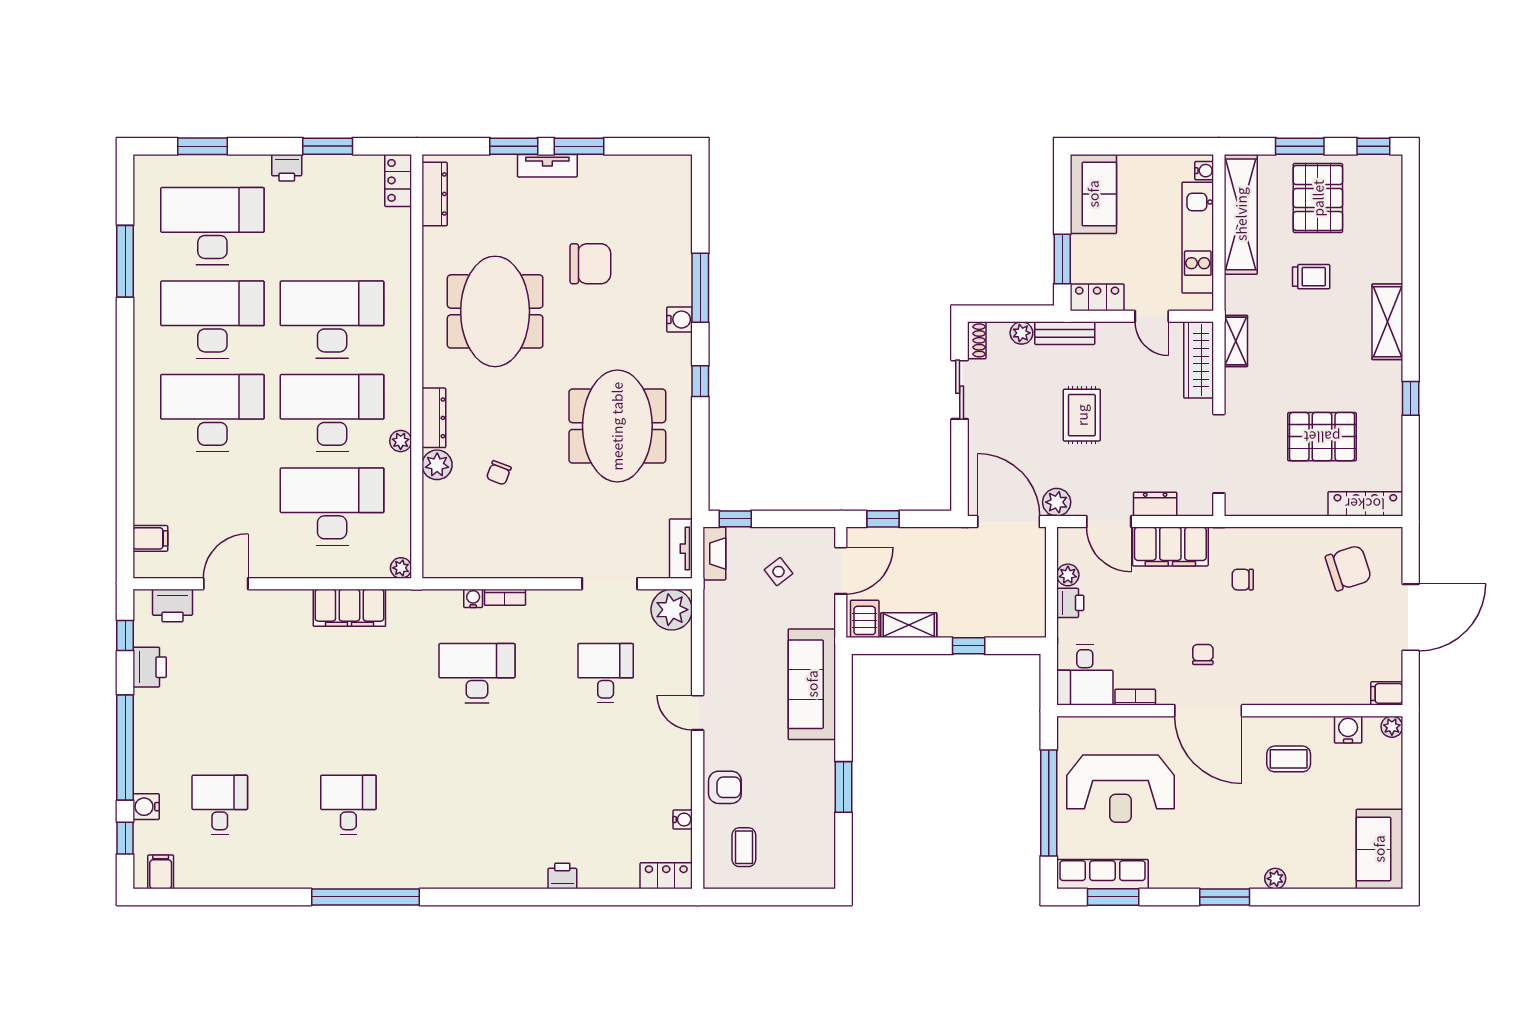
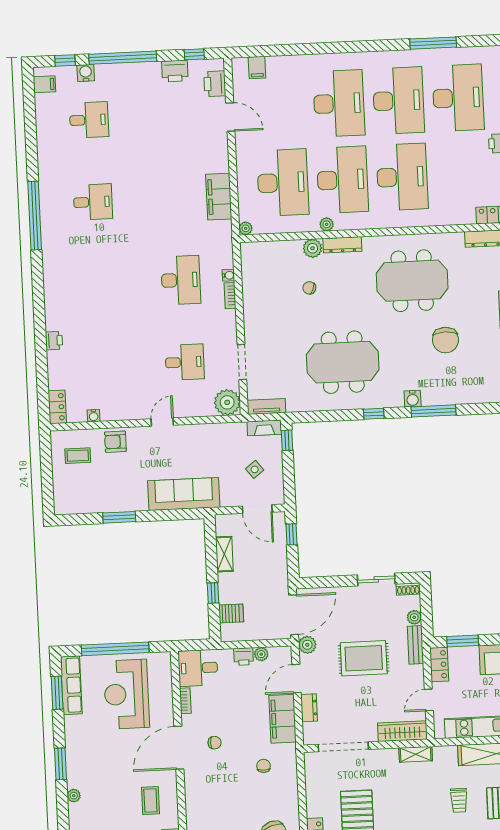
rug: (1082, 415) -> (364, 658), width x1.36, depth x1.43
server rack: (865, 619) -> (231, 613), moved
armchair: (725, 787) -> (115, 442), turned 90

